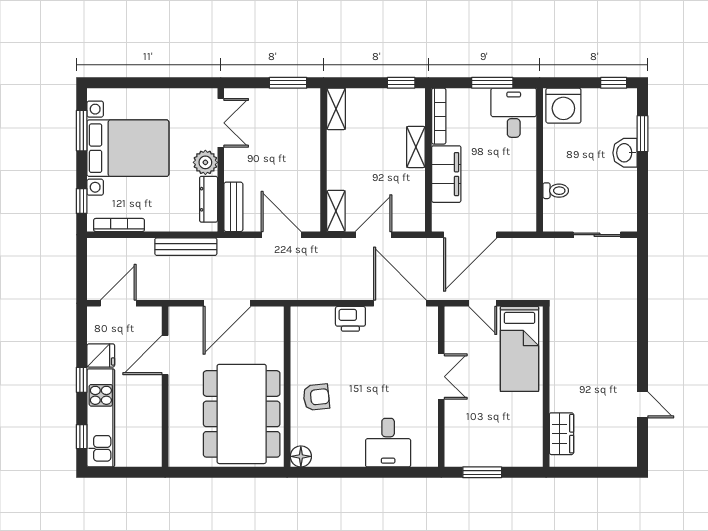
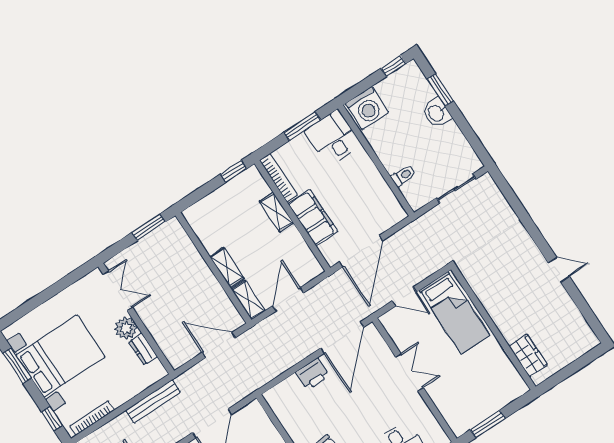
shelving: (336, 109) -> (227, 268), moved
dresser: (209, 199) -> (143, 349), width x0.70
bench: (233, 207) -> (169, 348), removed
door: (400, 303) -> (342, 338), swing flipped
door: (642, 405) -> (559, 270), moved

